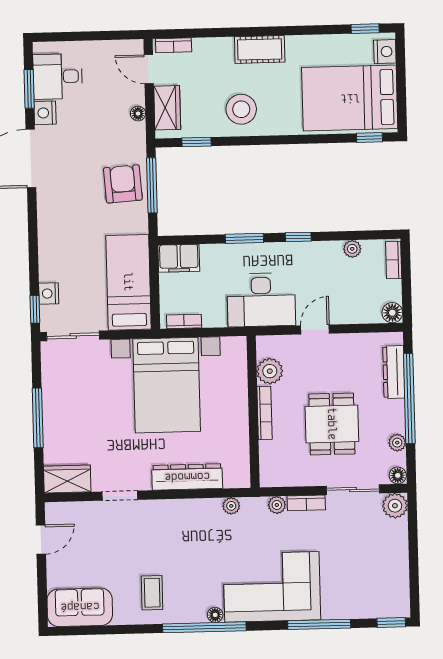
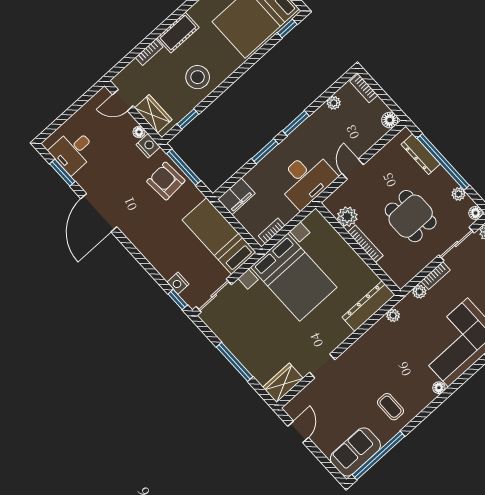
bookcase: (174, 45) -> (149, 52), moved
nightstand: (45, 113) -> (148, 146), moved, turned 180
window: (298, 237) -> (296, 123), width x1.50
dresser: (187, 477) -> (369, 306), moved
window: (204, 627) -> (378, 455), moved

